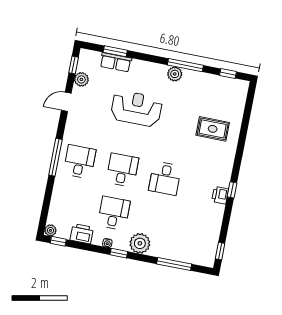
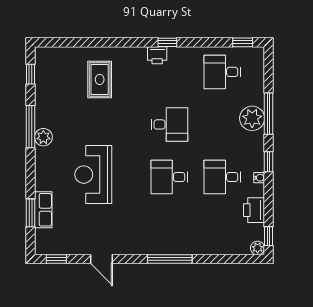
plant: (81, 79) -> (72, 246), removed
desk: (80, 162) -> (222, 72), moved
printer: (220, 195) -> (157, 55), moved
plant: (140, 243) -> (252, 118), moved
window: (174, 264) -> (269, 114), moved

